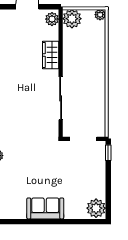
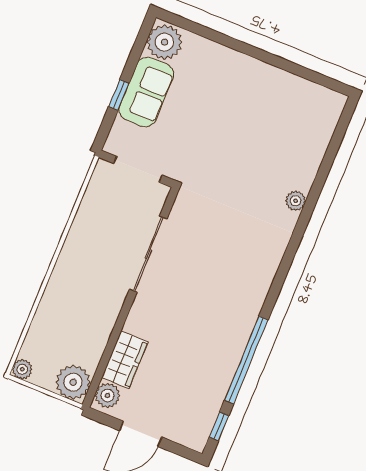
wardrobe: (51, 55) -> (125, 360), moved
window: (108, 153) -> (119, 95), moved
sofa: (45, 208) -> (146, 92), moved, turned -90

